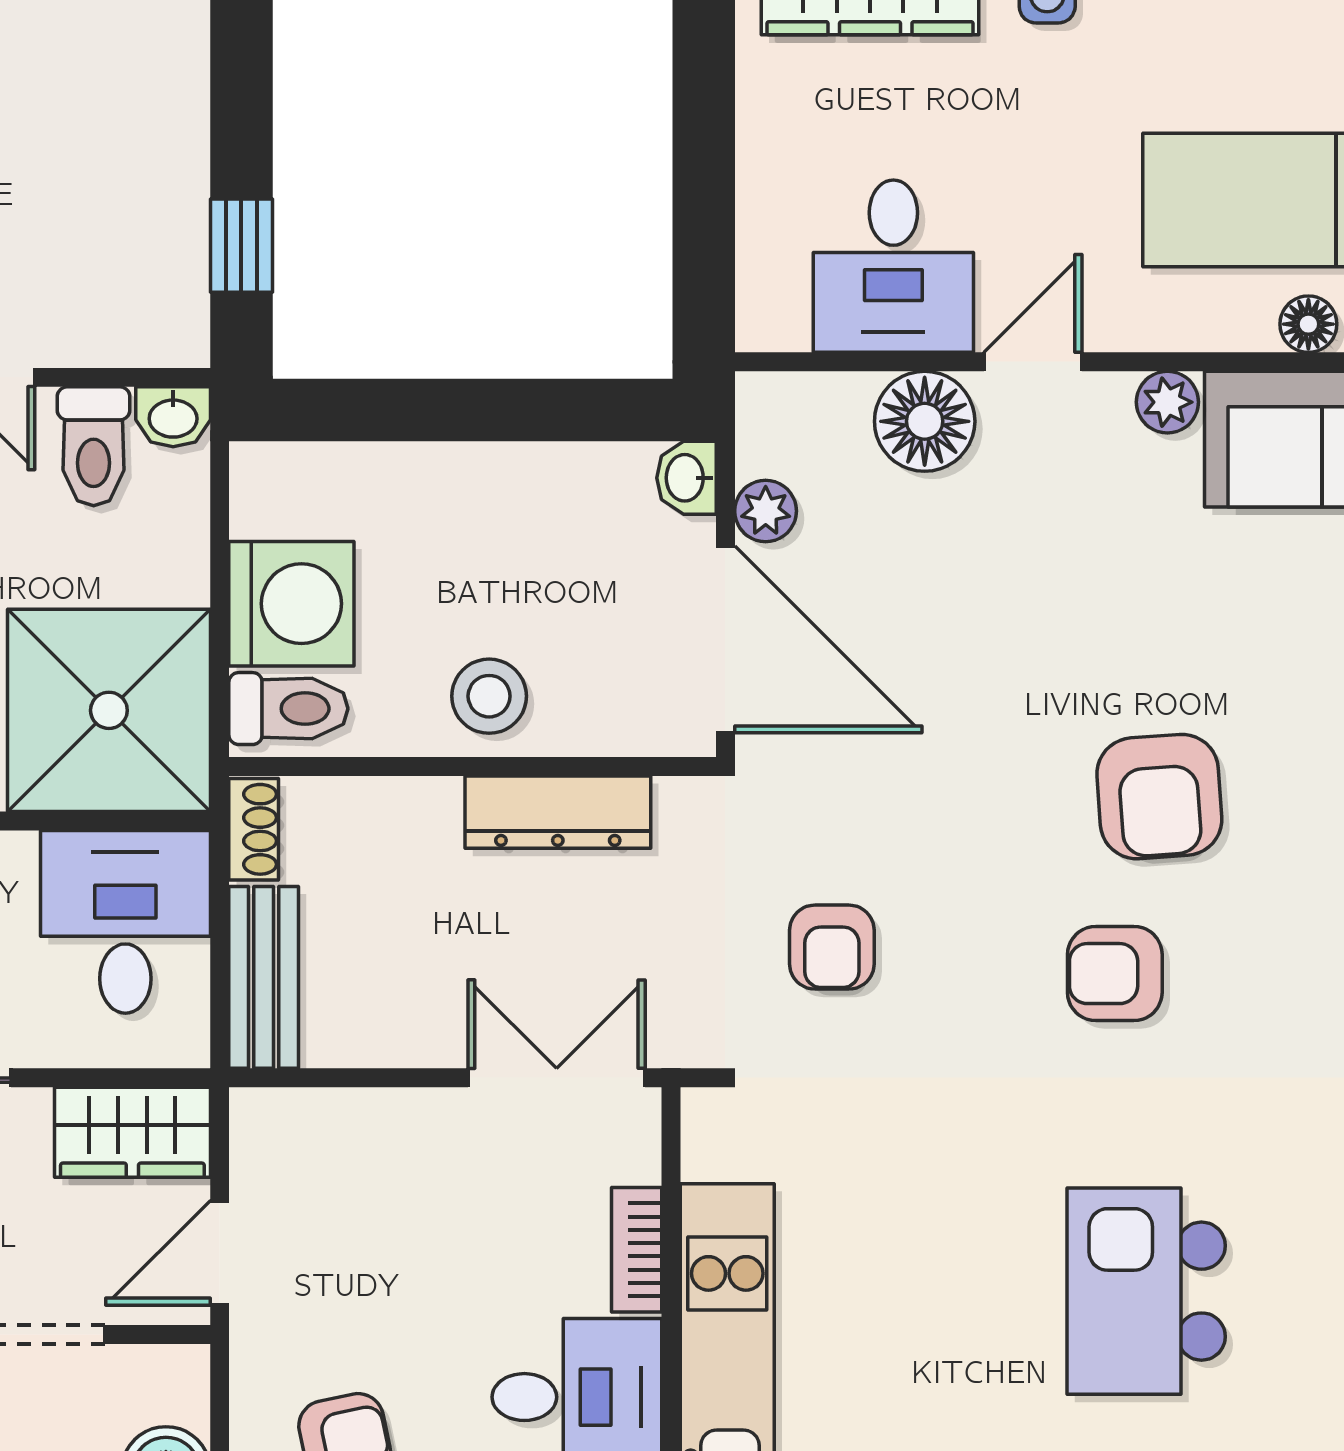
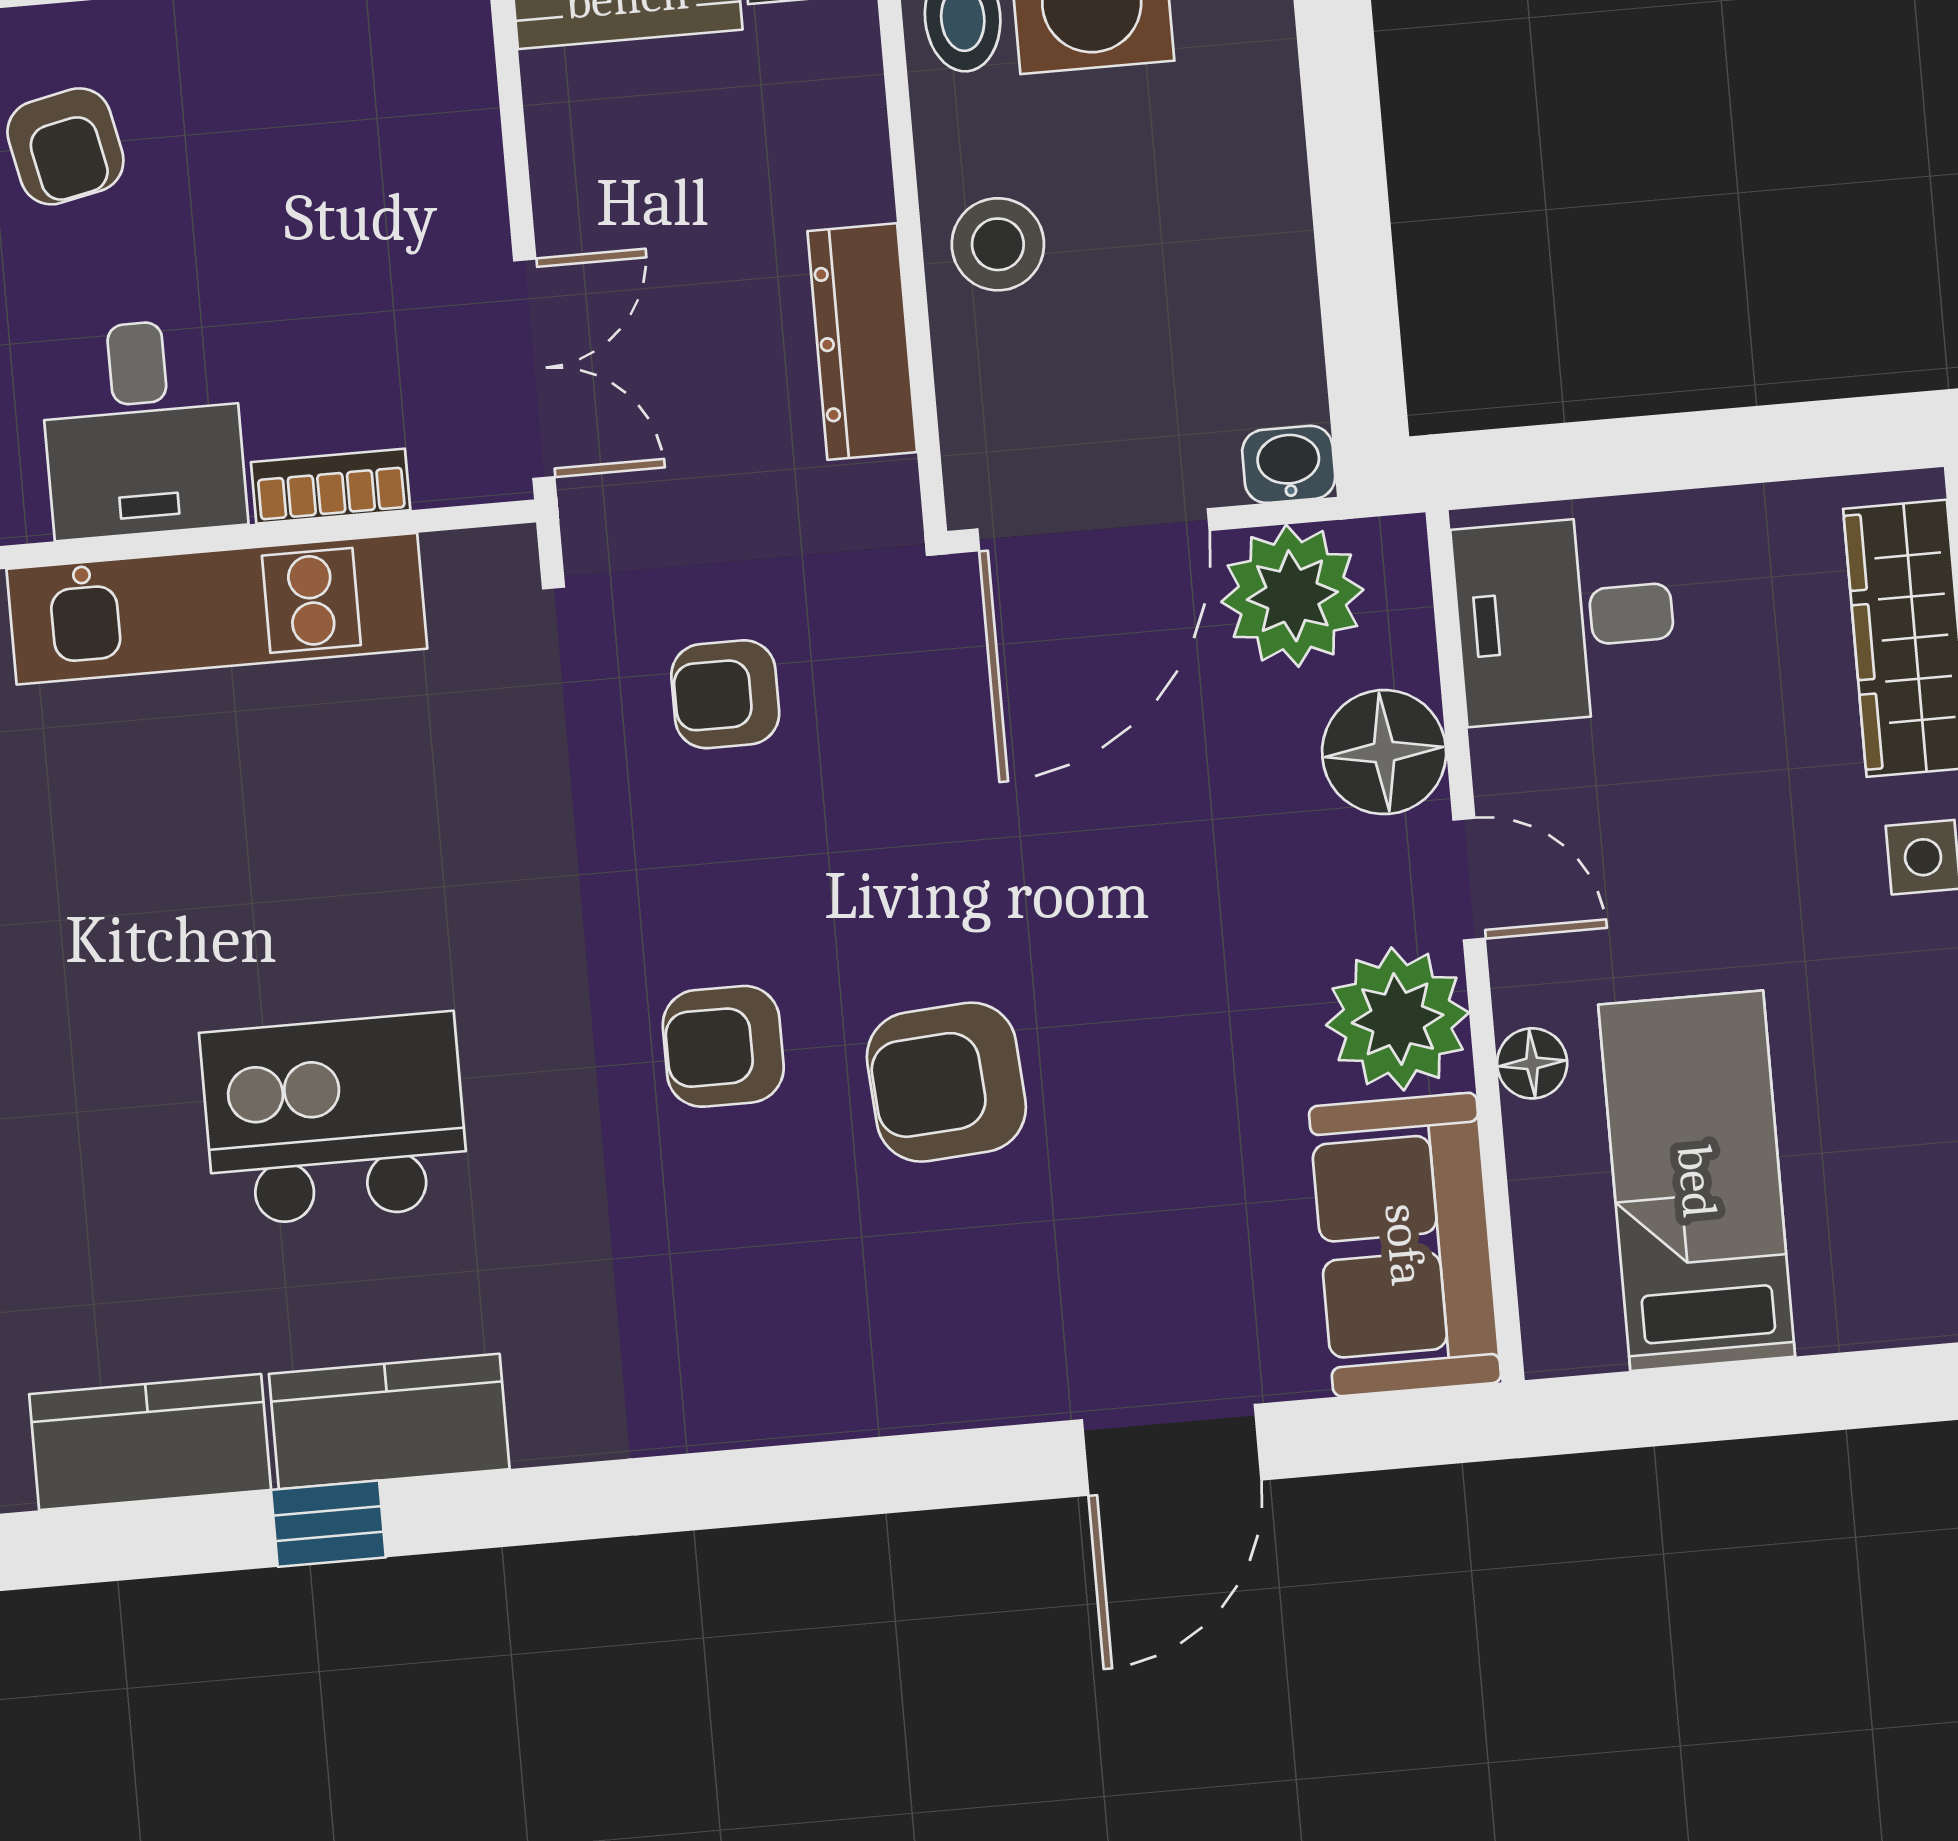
desk: (893, 266) -> (1565, 619), moved
floor lamp: (1308, 324) -> (1532, 1063), moved
plant: (1167, 402) -> (1398, 1019), width x1.88, depth x1.88
plant: (766, 511) -> (1292, 596), width x1.87, depth x1.87
armchair: (1115, 974) -> (723, 1046), turned -90

